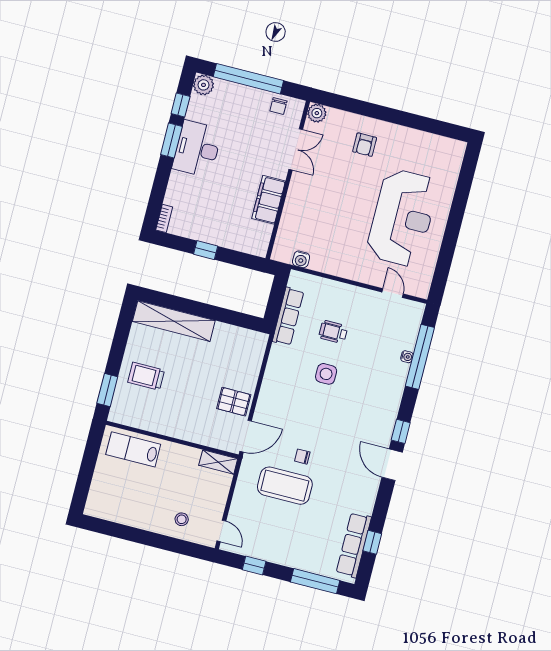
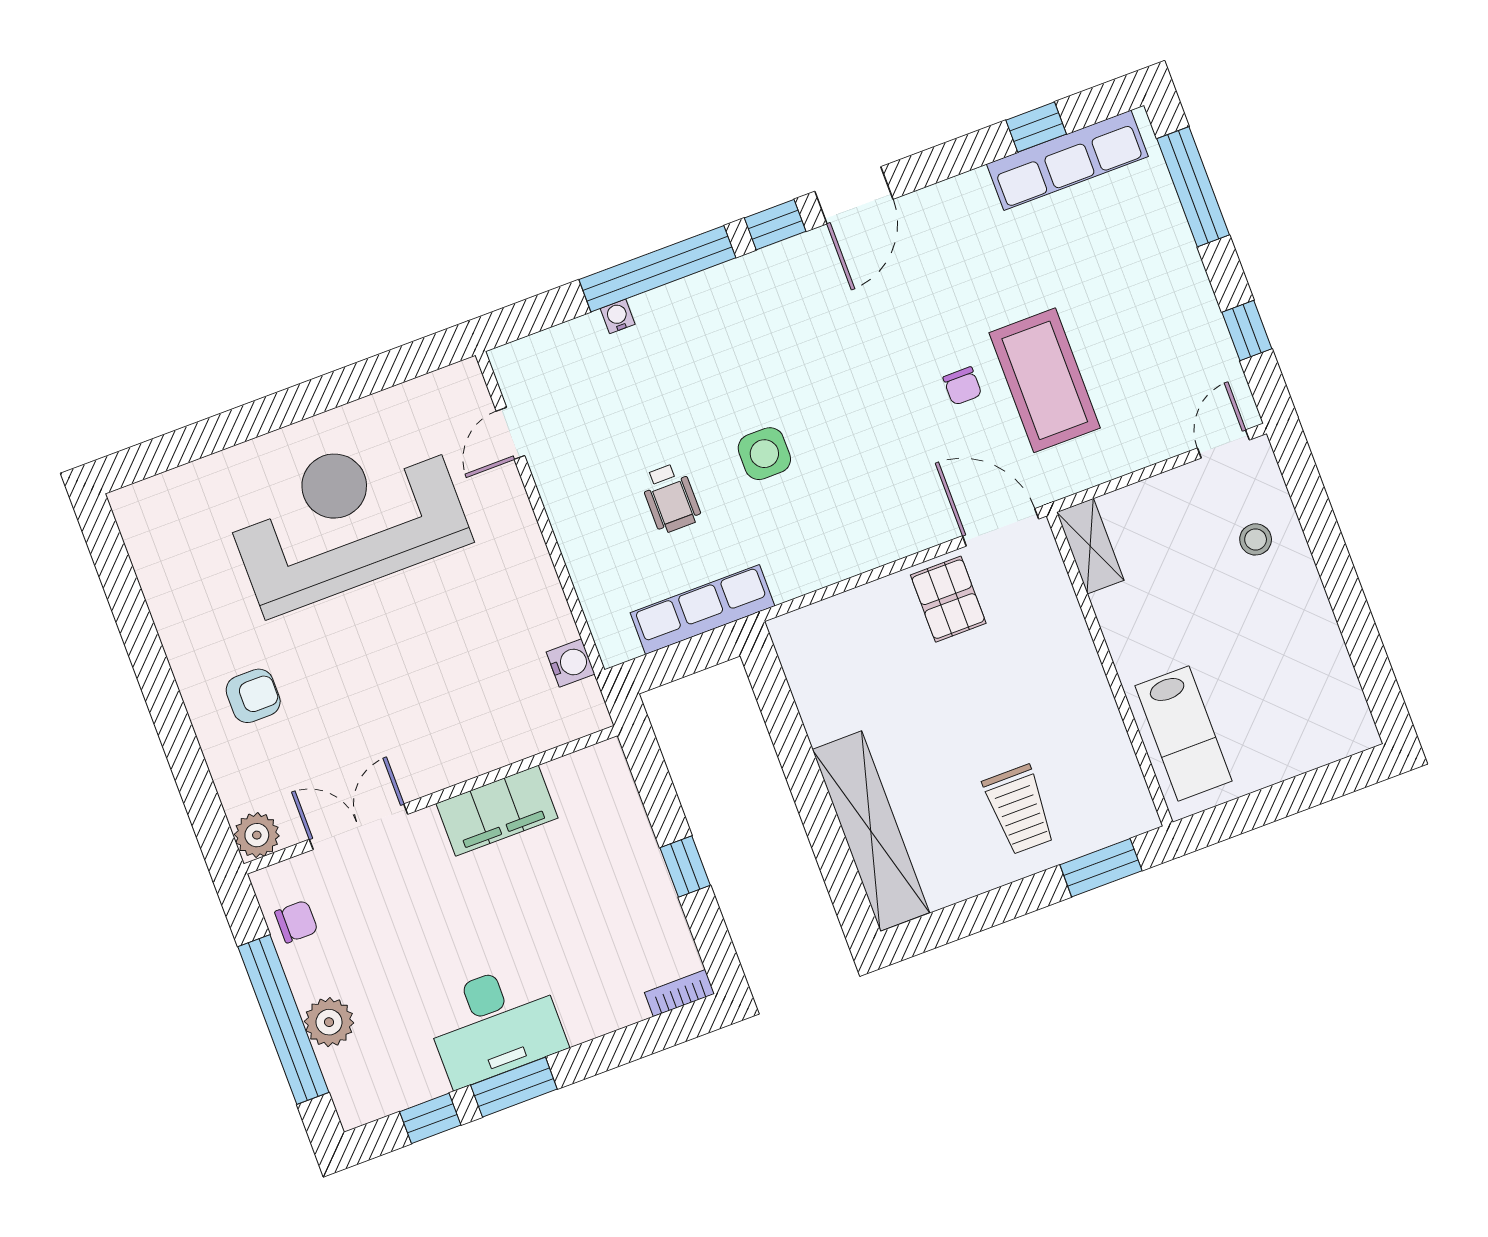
plant: (203, 85) -> (329, 1022), moved
window: (420, 357) -> (657, 269), moved

